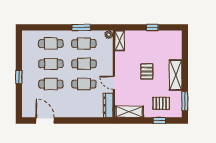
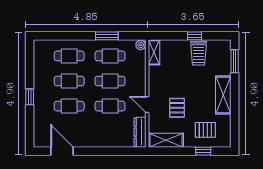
trolley: (156, 41) -> (199, 53), added
pallet: (147, 71) -> (177, 108), moved
window: (185, 101) -> (235, 61), moved

